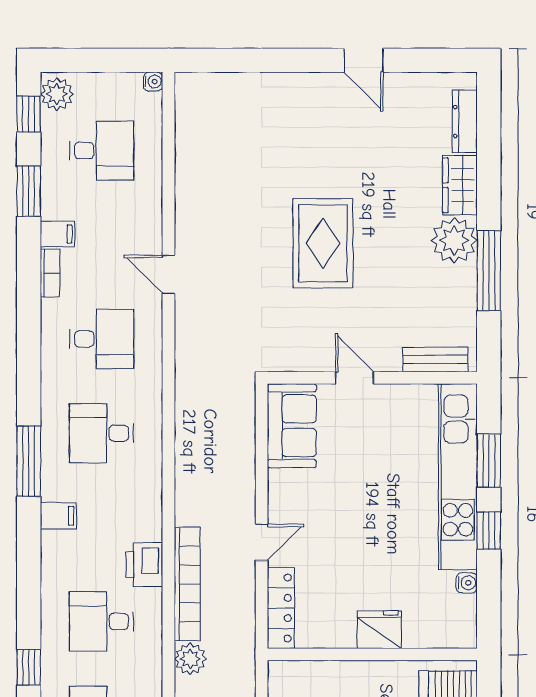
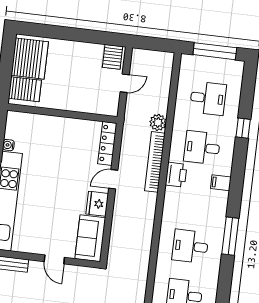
desk: (101, 433) -> (190, 246), turned 180
filing cabinet: (58, 516) -> (221, 183), moved
desk: (101, 621) -> (202, 148), turned 180
fridge: (379, 630) -> (97, 204), moved, turned 90

